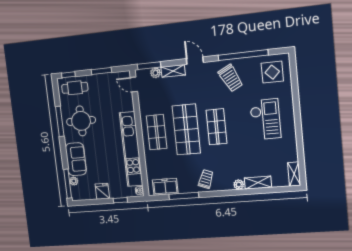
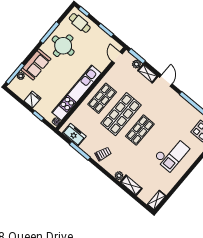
trolley: (231, 78) -> (176, 111), removed

